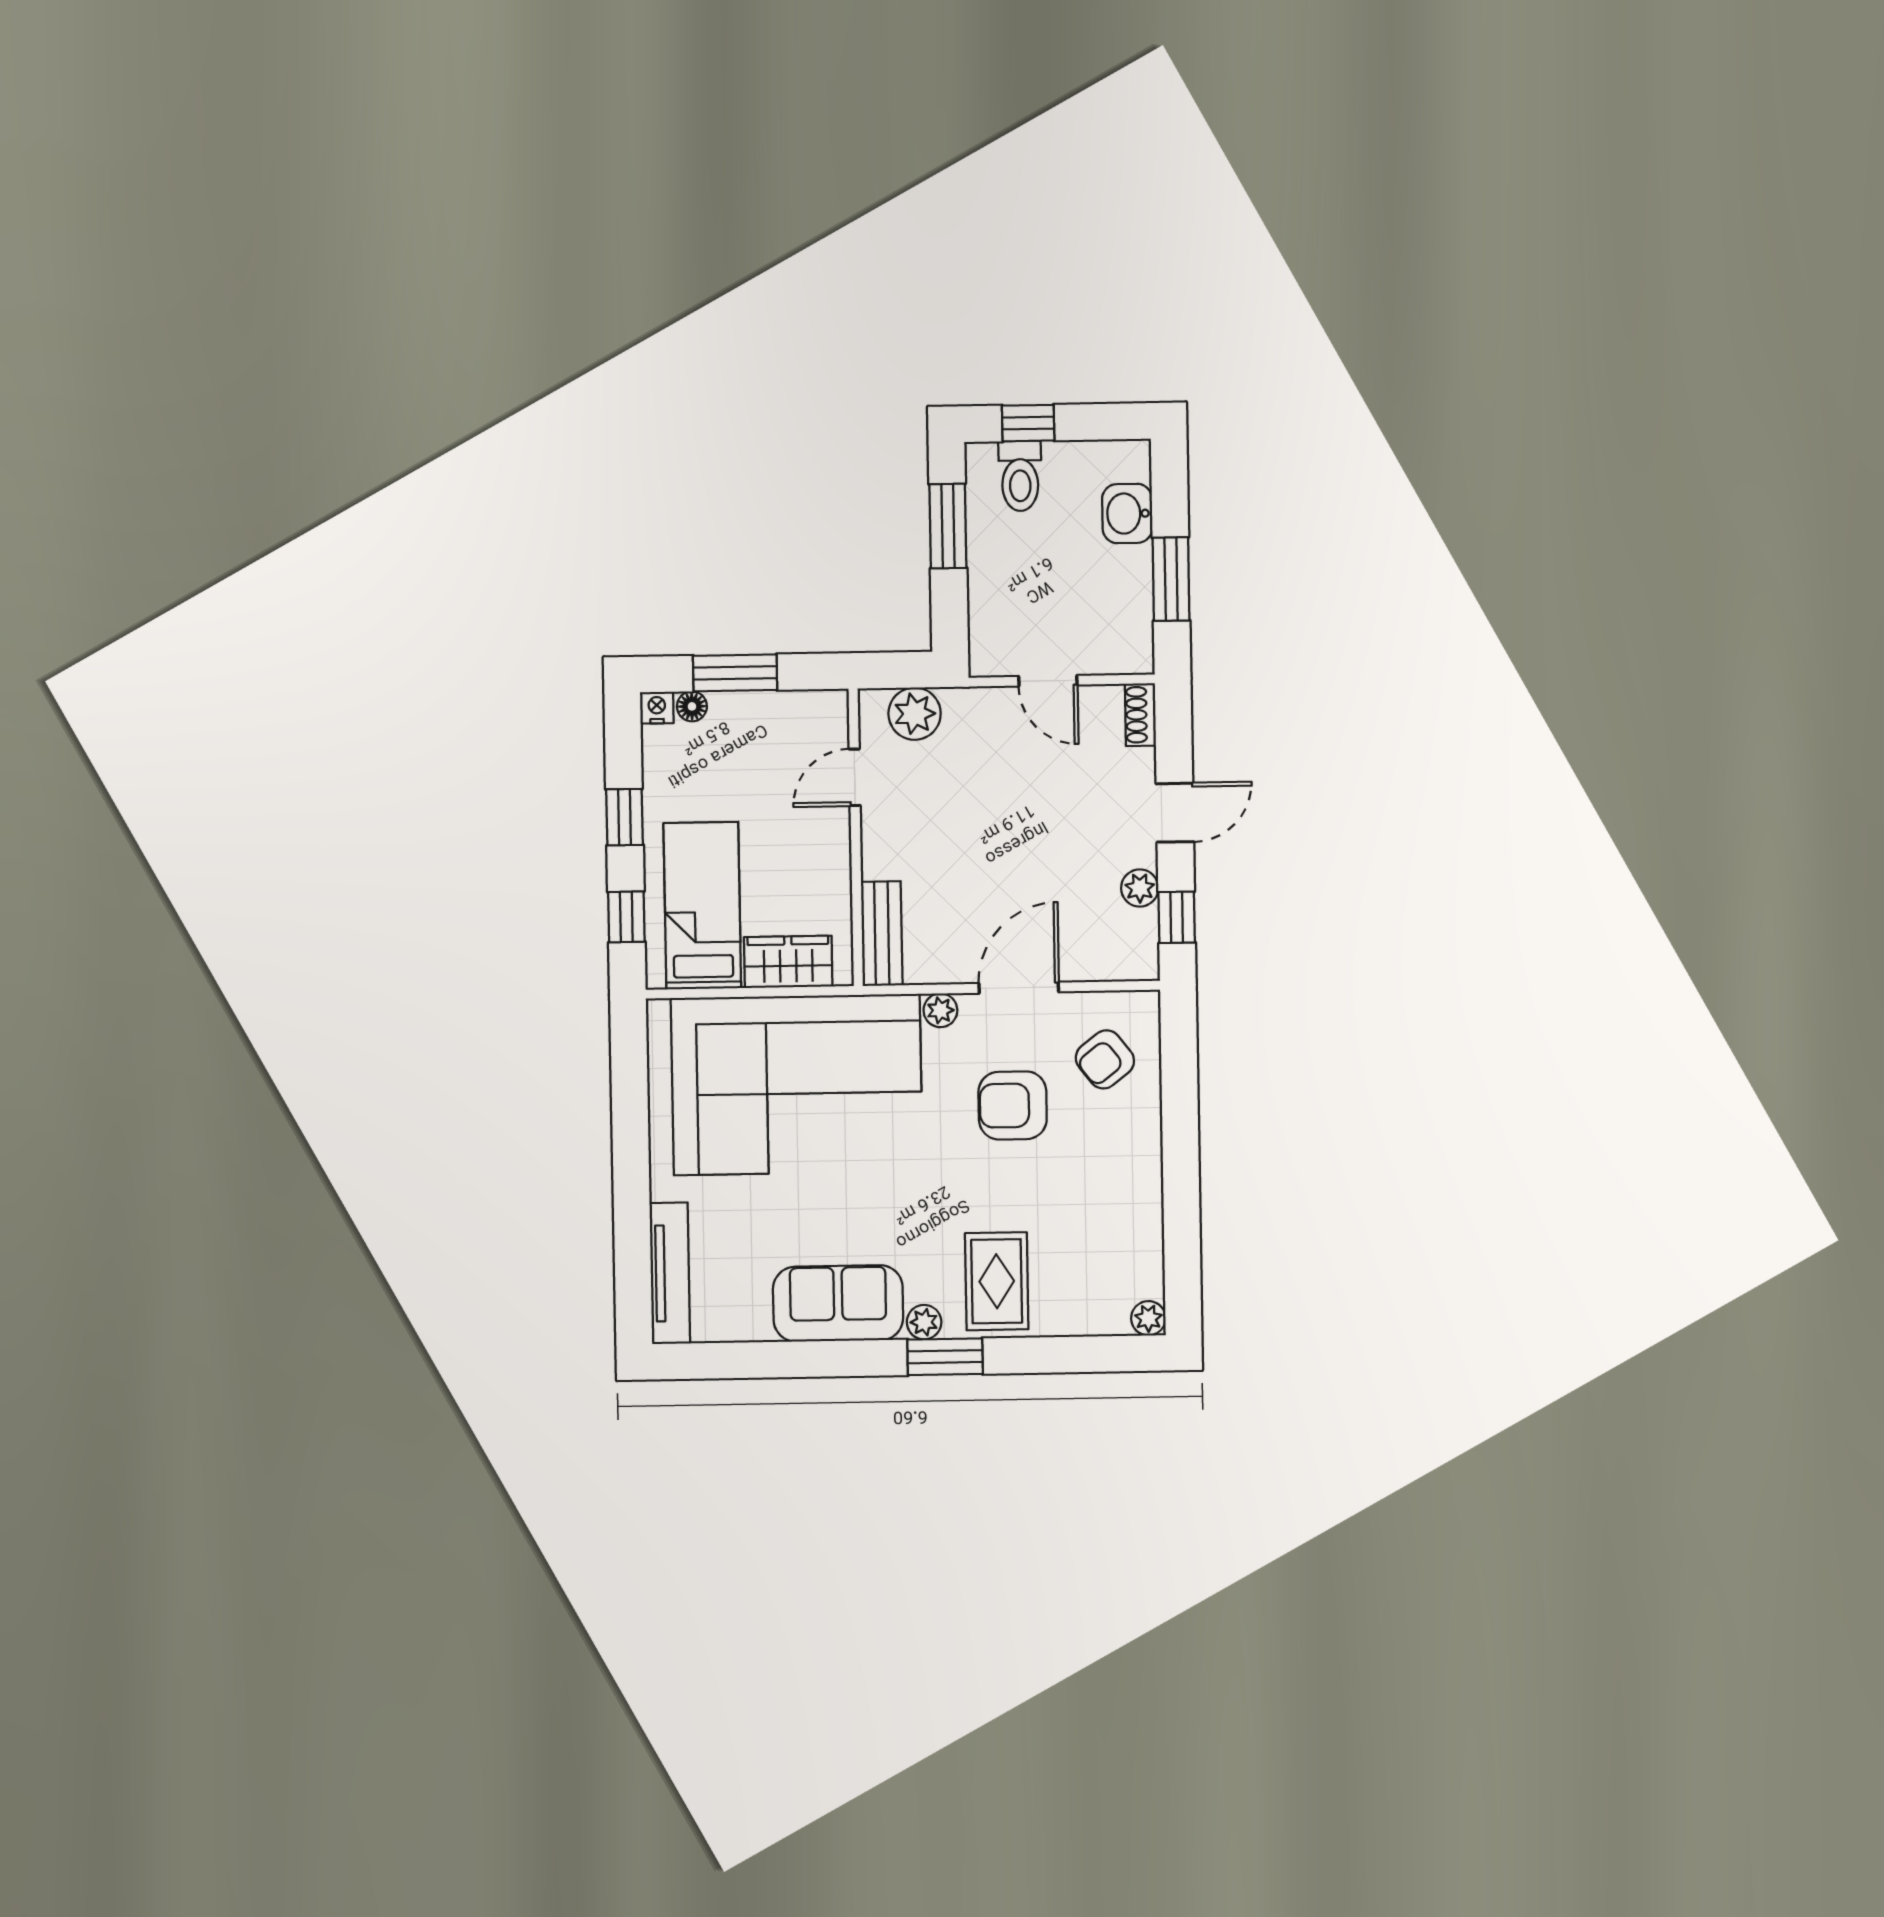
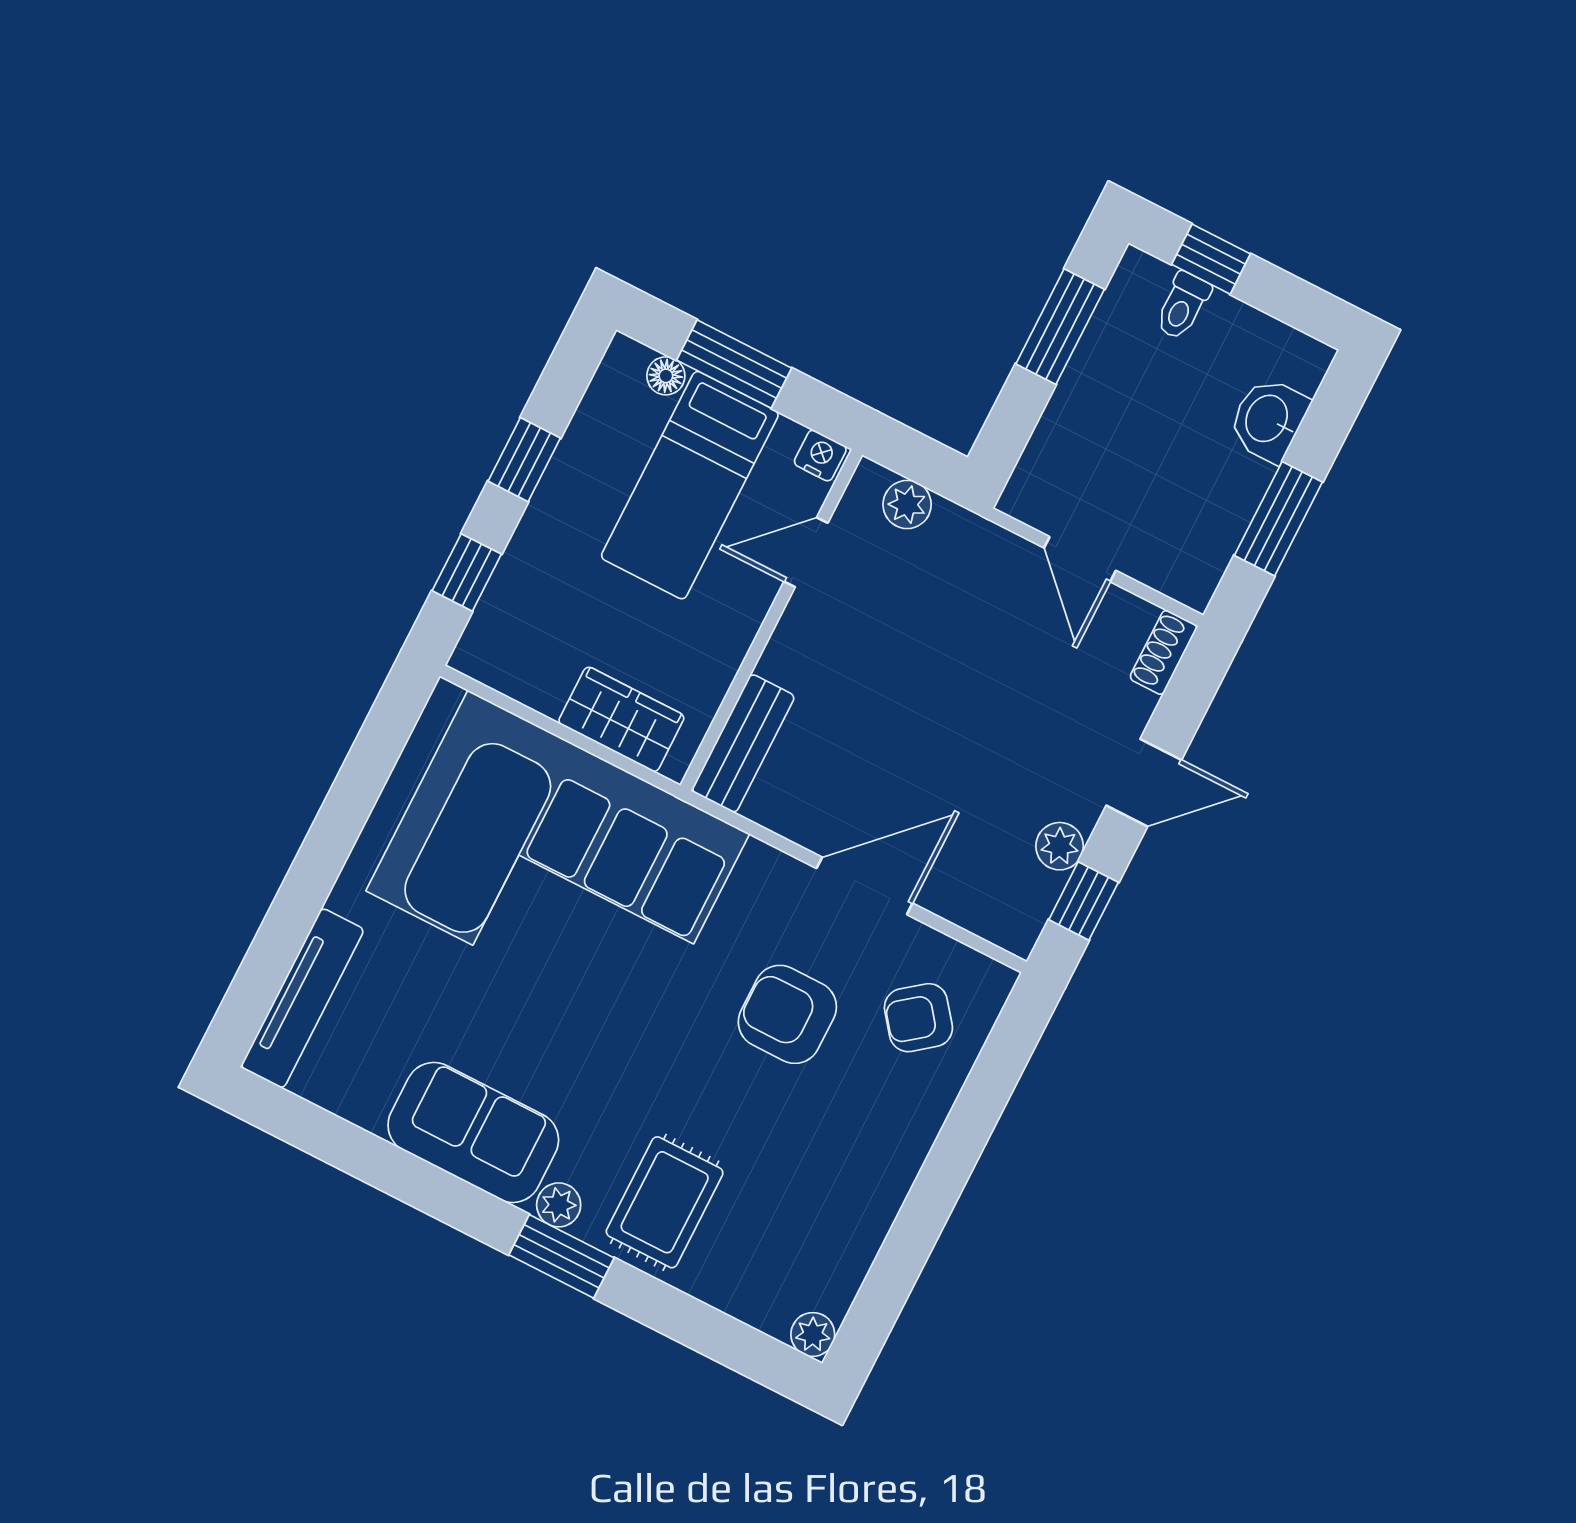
toilet: (1020, 476) -> (1183, 306), width x0.73, depth x0.72
nightstand: (657, 708) -> (820, 456), moved
plant: (915, 714) -> (907, 504), width x0.73, depth x0.73
bed: (702, 906) -> (690, 485), moved, turned 180
plant: (940, 1010) -> (763, 864), removed

